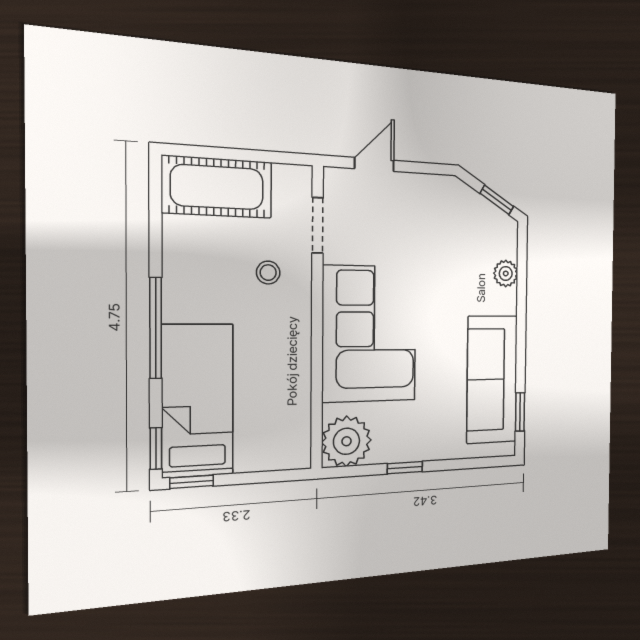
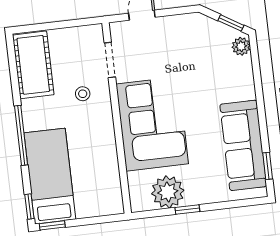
cot: (217, 187) -> (33, 65), moved, turned 90
plant: (506, 273) -> (241, 46), moved
plant: (347, 441) -> (168, 192), moved

